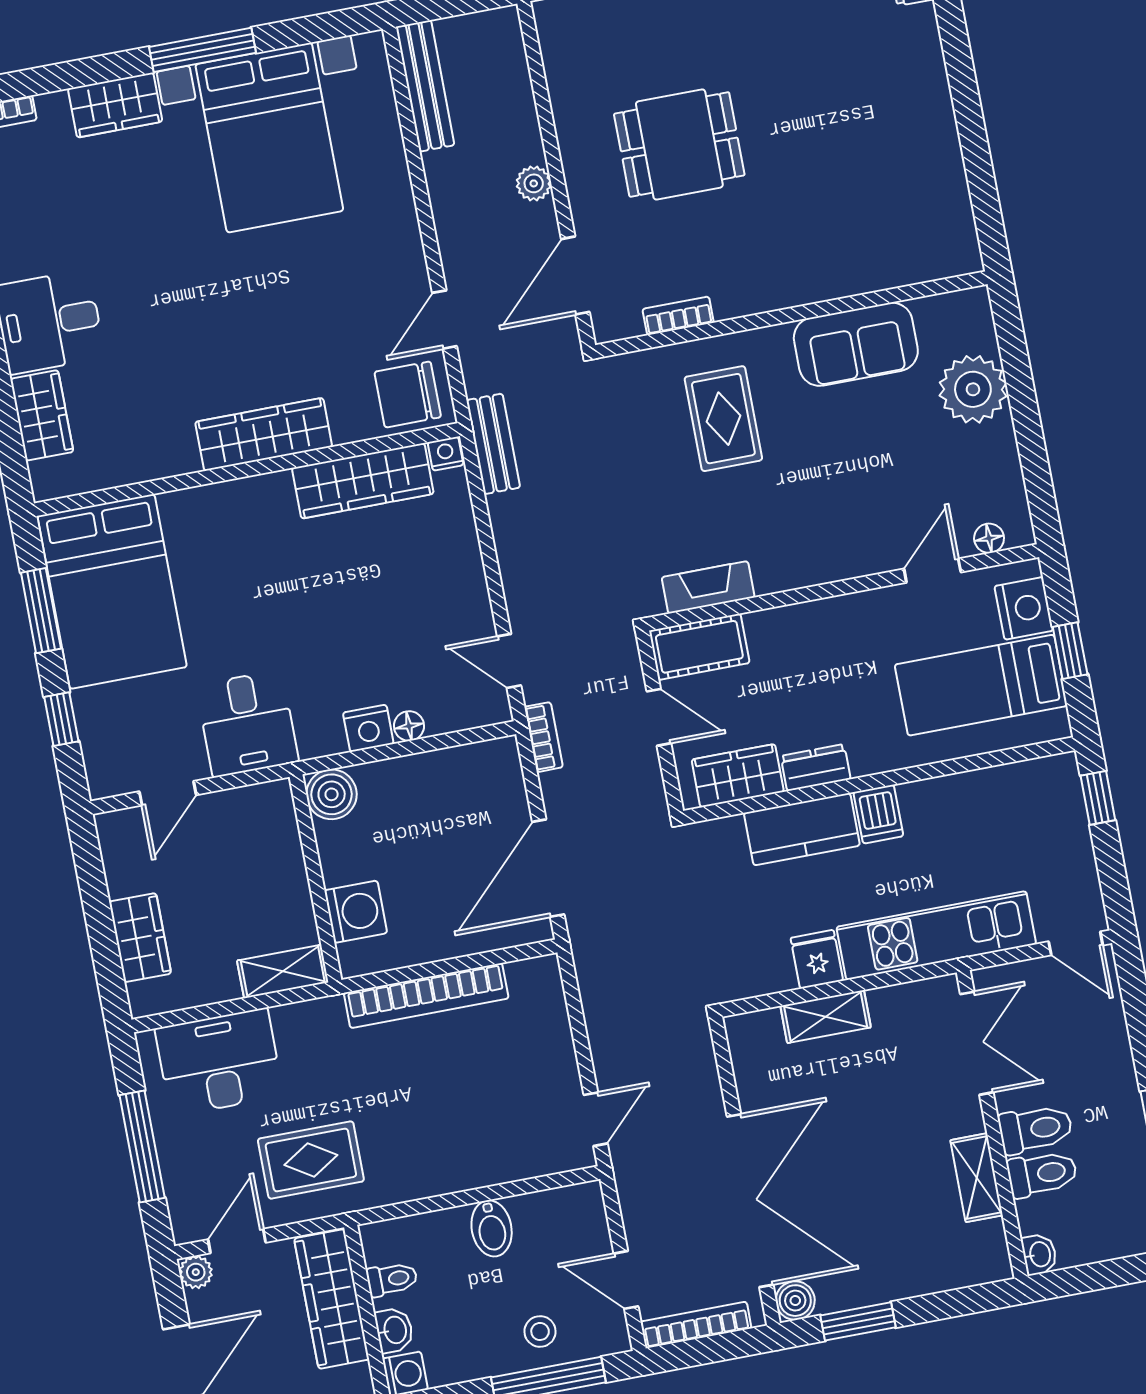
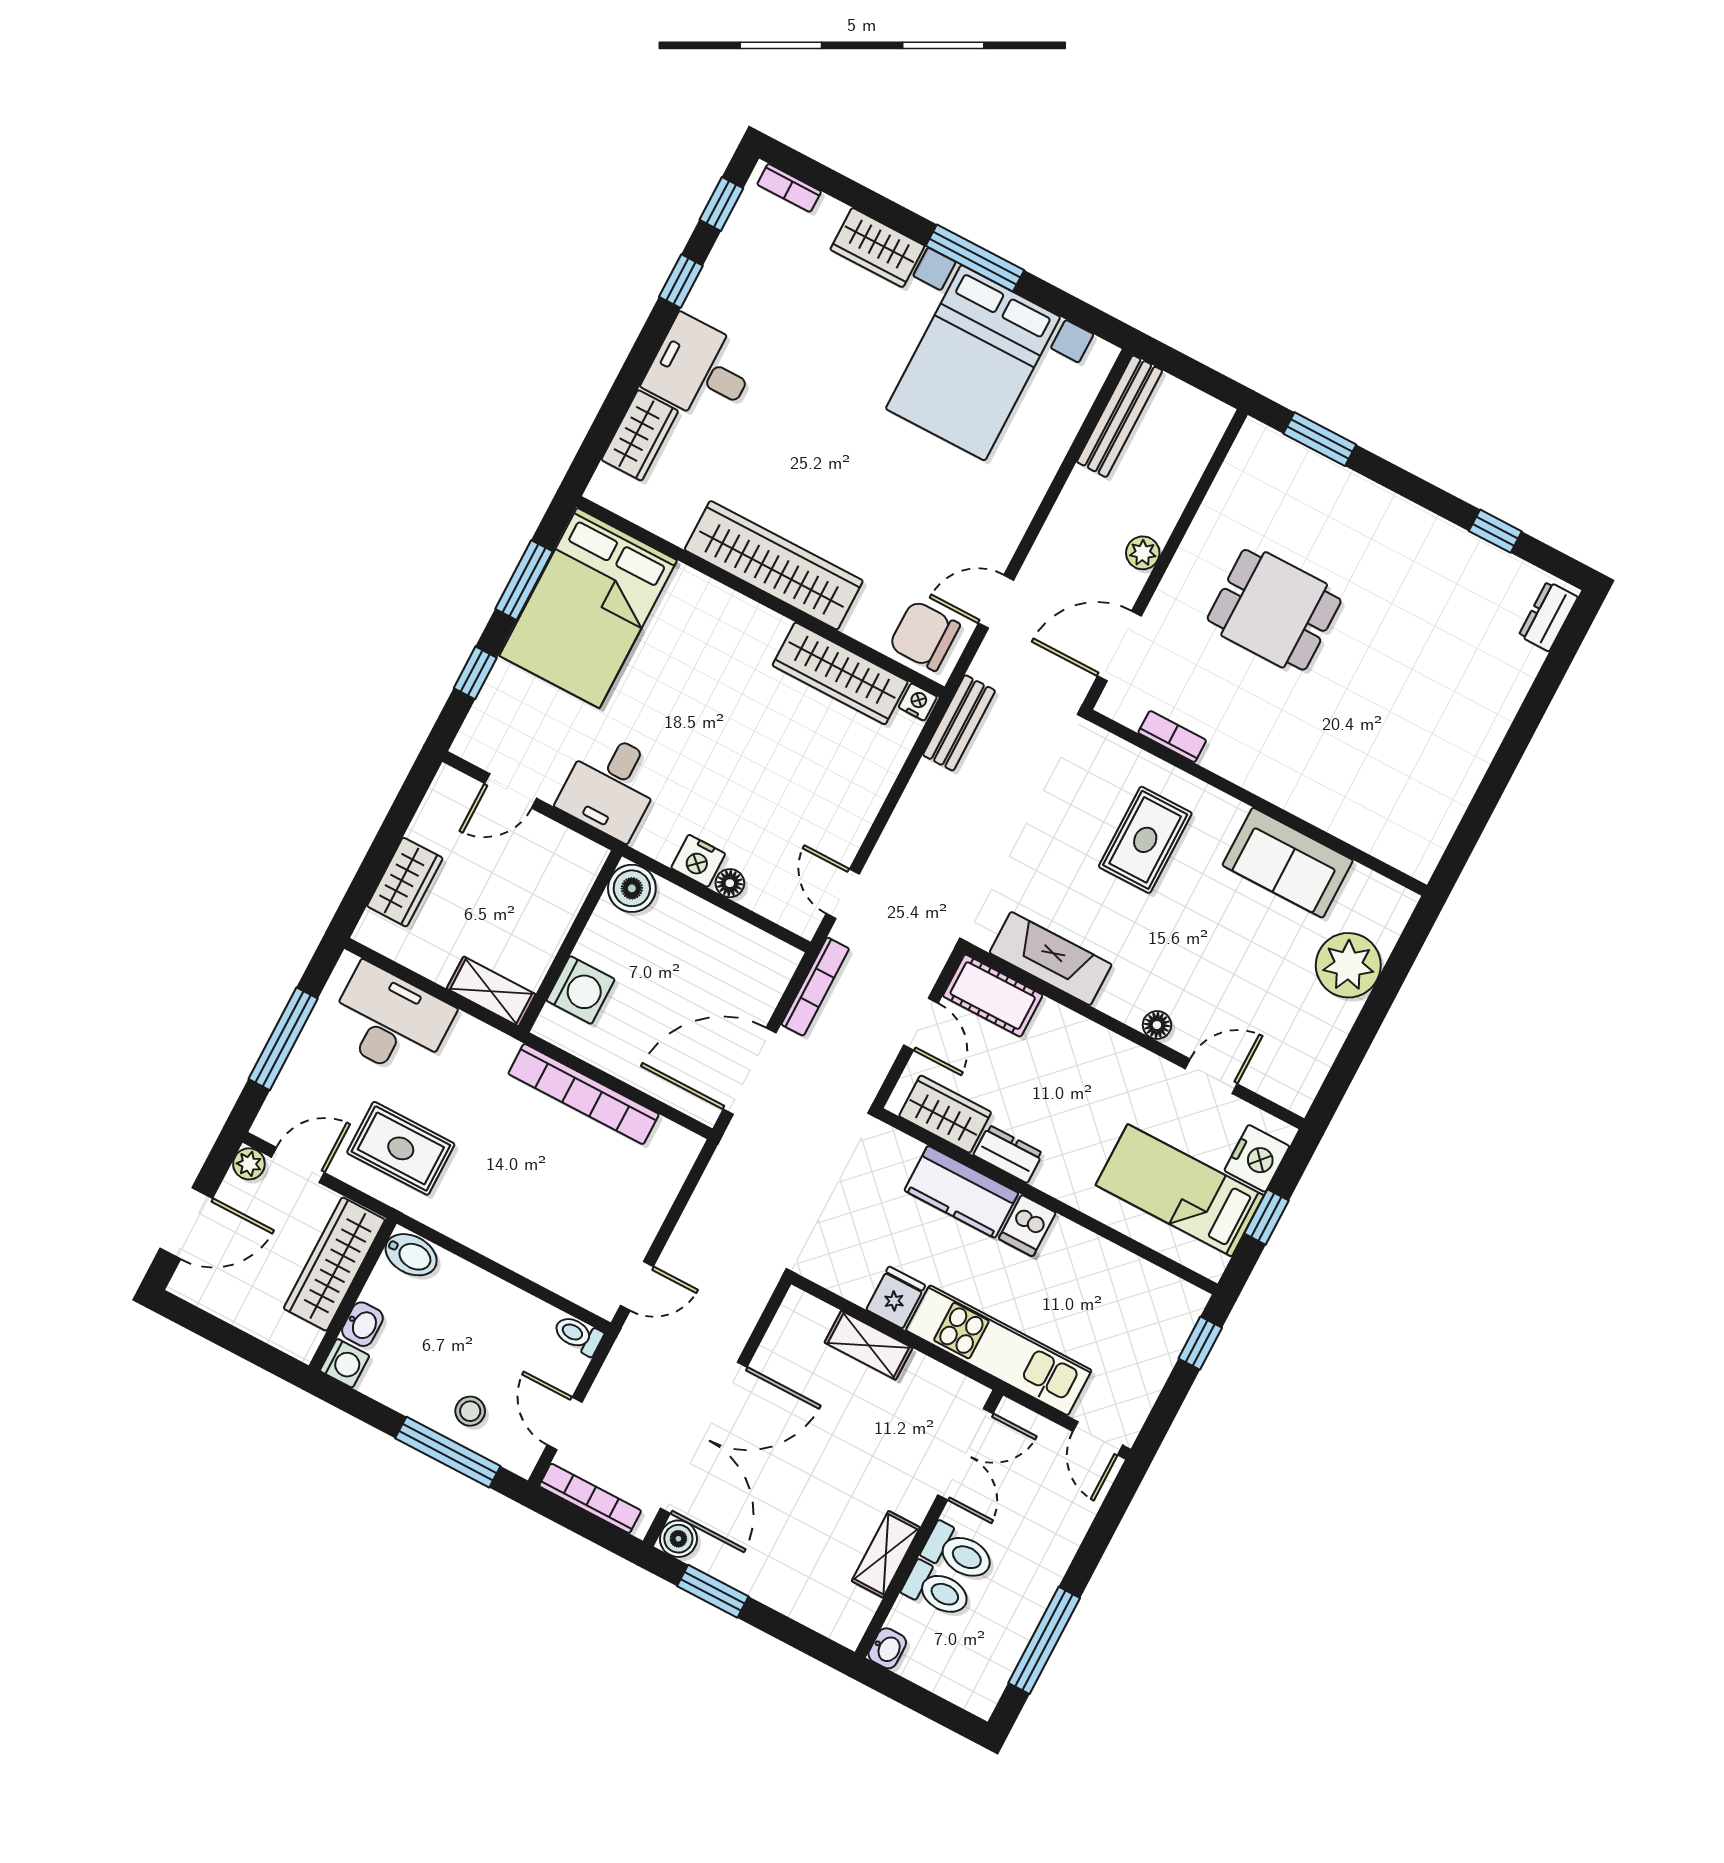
wardrobe: (264, 434) -> (774, 565), width x1.40, depth x1.17
floor lamp: (989, 538) -> (1157, 1025), moved
fireplace: (708, 587) -> (1051, 959), width x1.37, depth x1.32
bookcase: (544, 737) -> (815, 987), width x1.56
bidet: (492, 1228) -> (411, 1255), moved, turned -90
toilet: (392, 1279) -> (578, 1335), moved, turned 180

